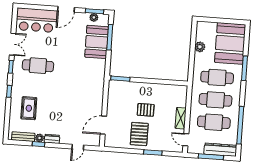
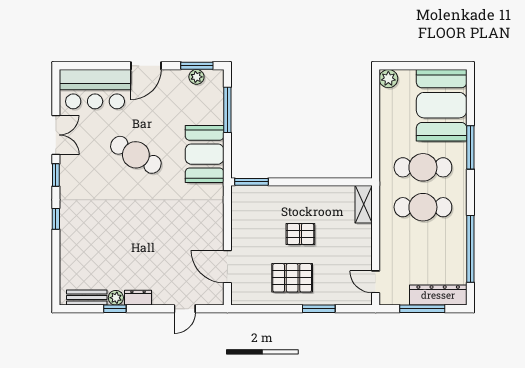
booth: (97, 42) -> (205, 154), moved
plant: (200, 47) -> (388, 79), moved
cafe table: (38, 66) -> (136, 155), moved, turned 30
rug: (29, 108) -> (93, 246), removed
shelving: (181, 118) -> (364, 204), moved
cafe table: (214, 122) -> (423, 247), removed
door: (103, 125) -> (227, 267), hinge flipped
pallet: (139, 134) -> (292, 278), turned 90

